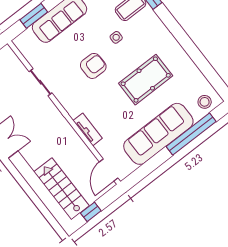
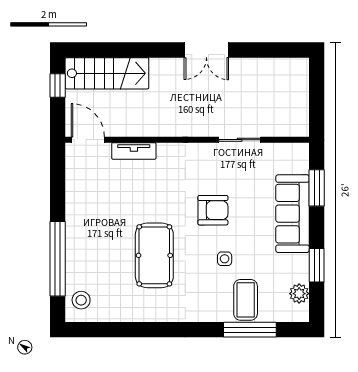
armchair: (93, 66) -> (213, 210), turned -90
tv unit: (88, 129) -> (134, 151), moved
sofa: (158, 134) -> (85, 224), removed

